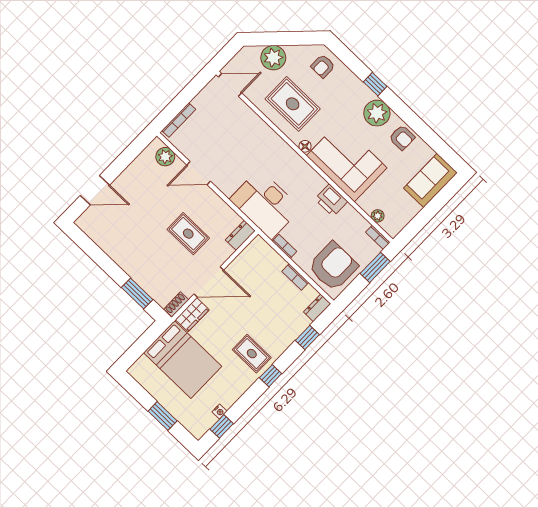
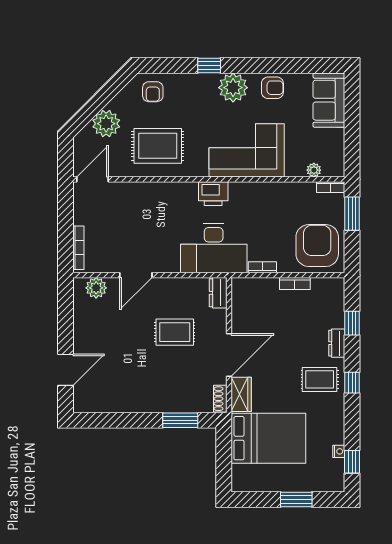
floor lamp: (305, 146) -> (201, 170), removed
printer: (331, 200) -> (213, 194), moved
dresser: (317, 308) -> (337, 343), moved

